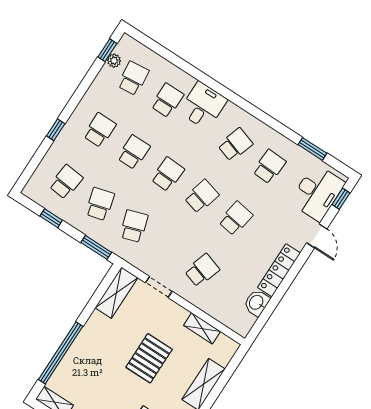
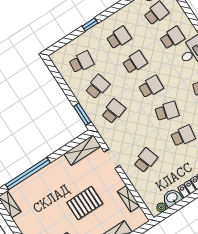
window: (51, 218) -> (61, 82), removed
school desk: (202, 270) -> (145, 160), turned -36
plant: (248, 321) -> (161, 207), added

